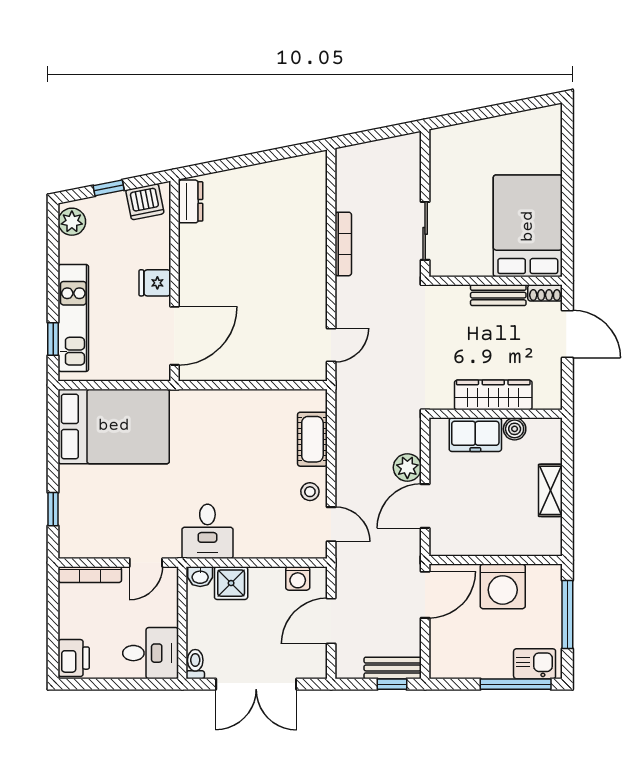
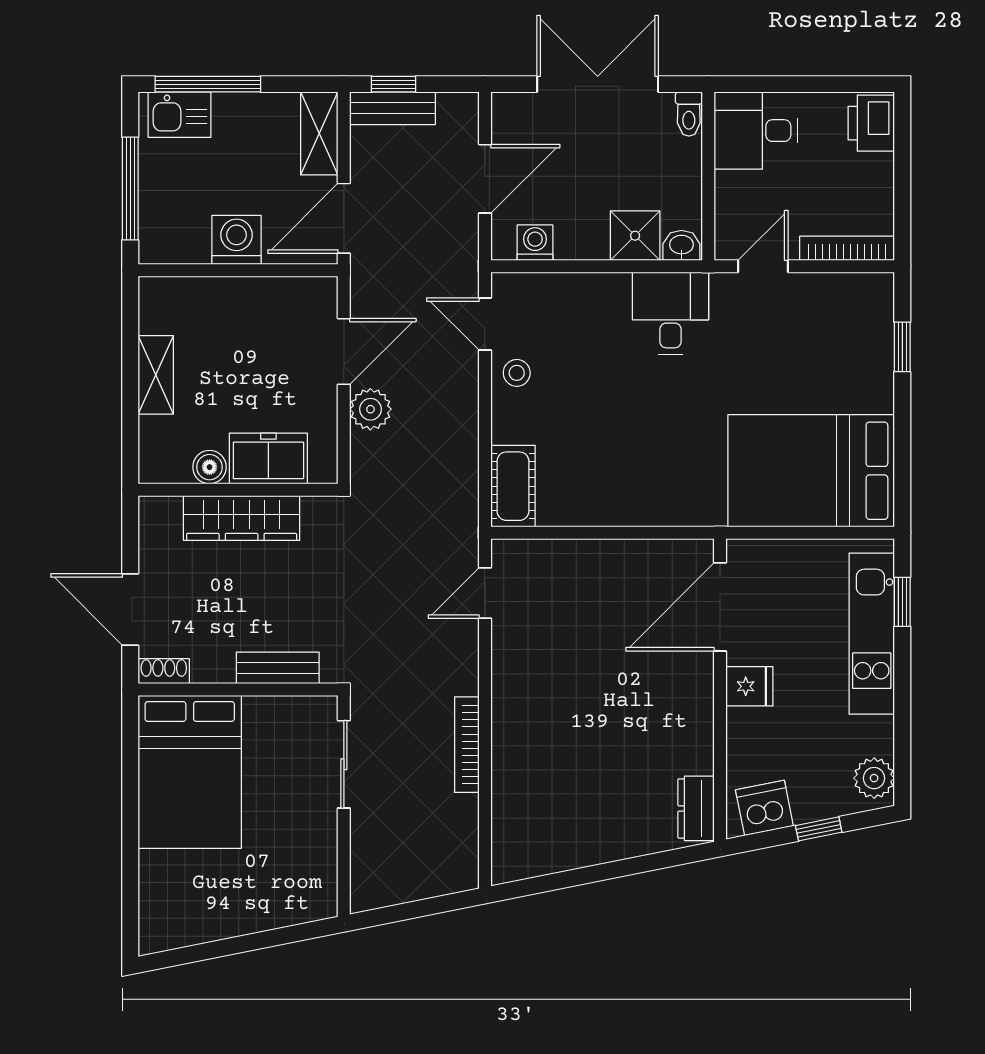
bench: (498, 295) -> (278, 668), moved
cot: (312, 439) -> (513, 486), moved
washing machine: (503, 586) -> (236, 240), width x0.73, depth x0.73
shelving: (441, 651) -> (319, 133), added

